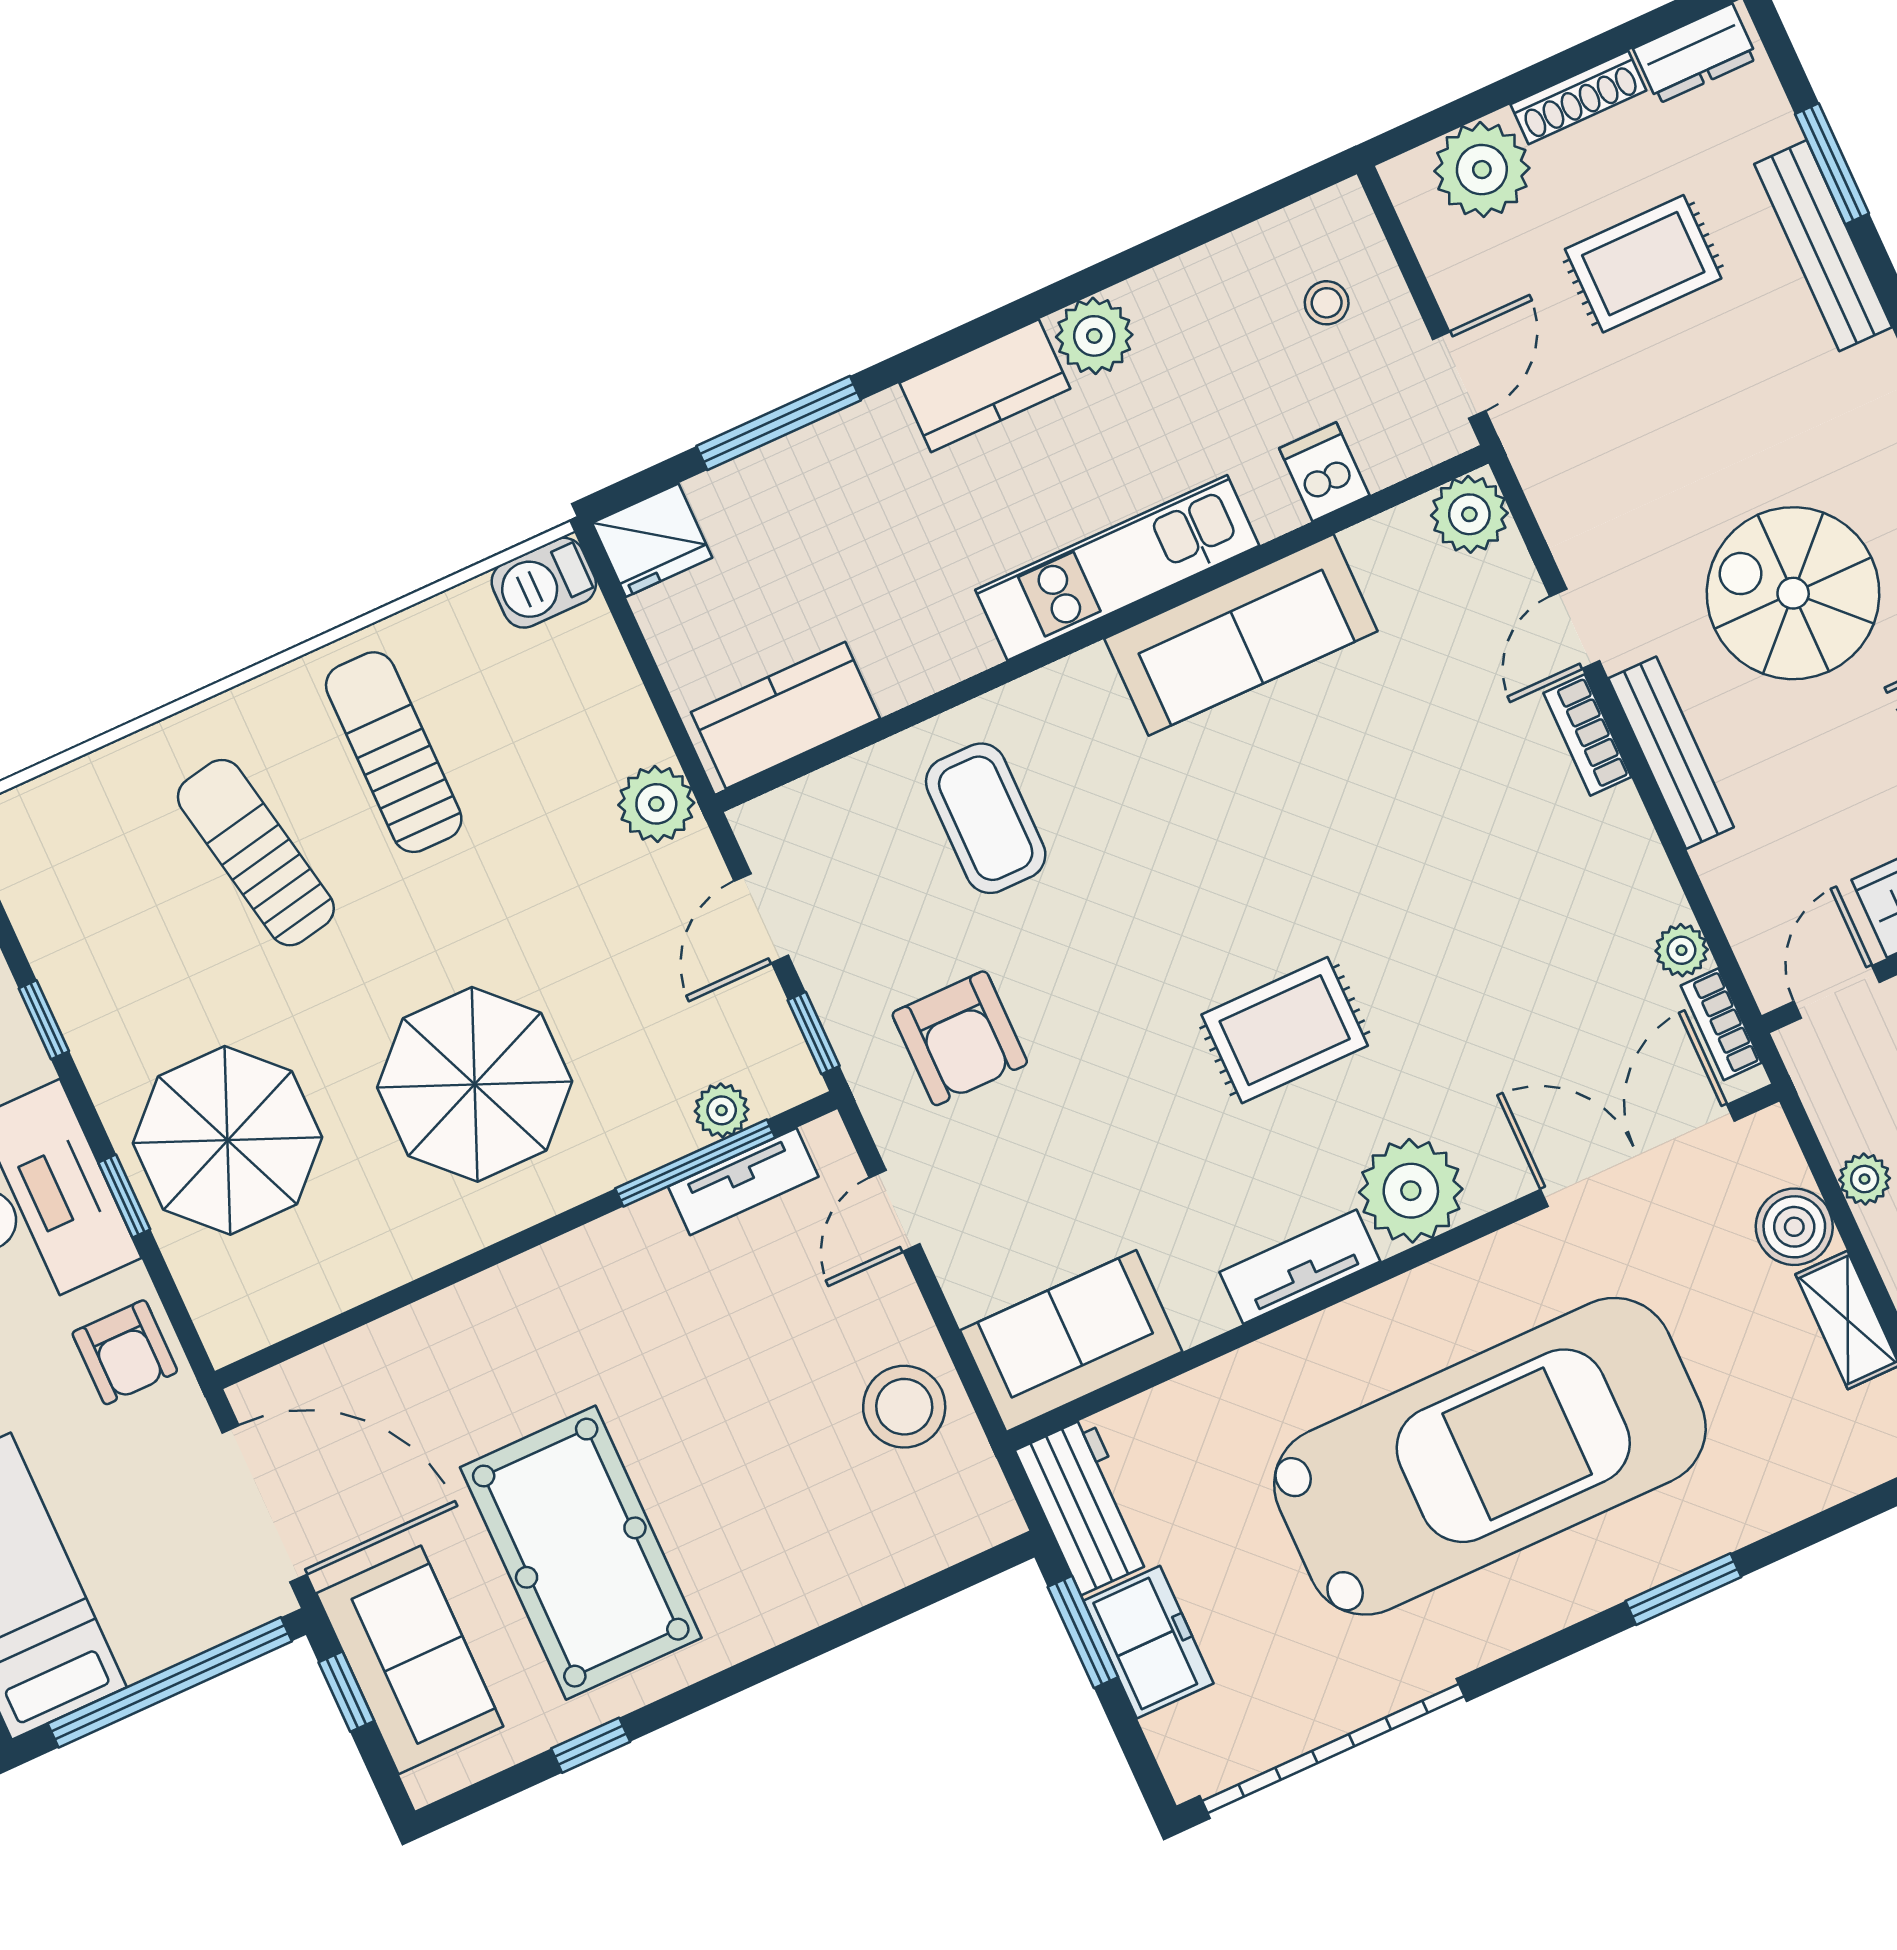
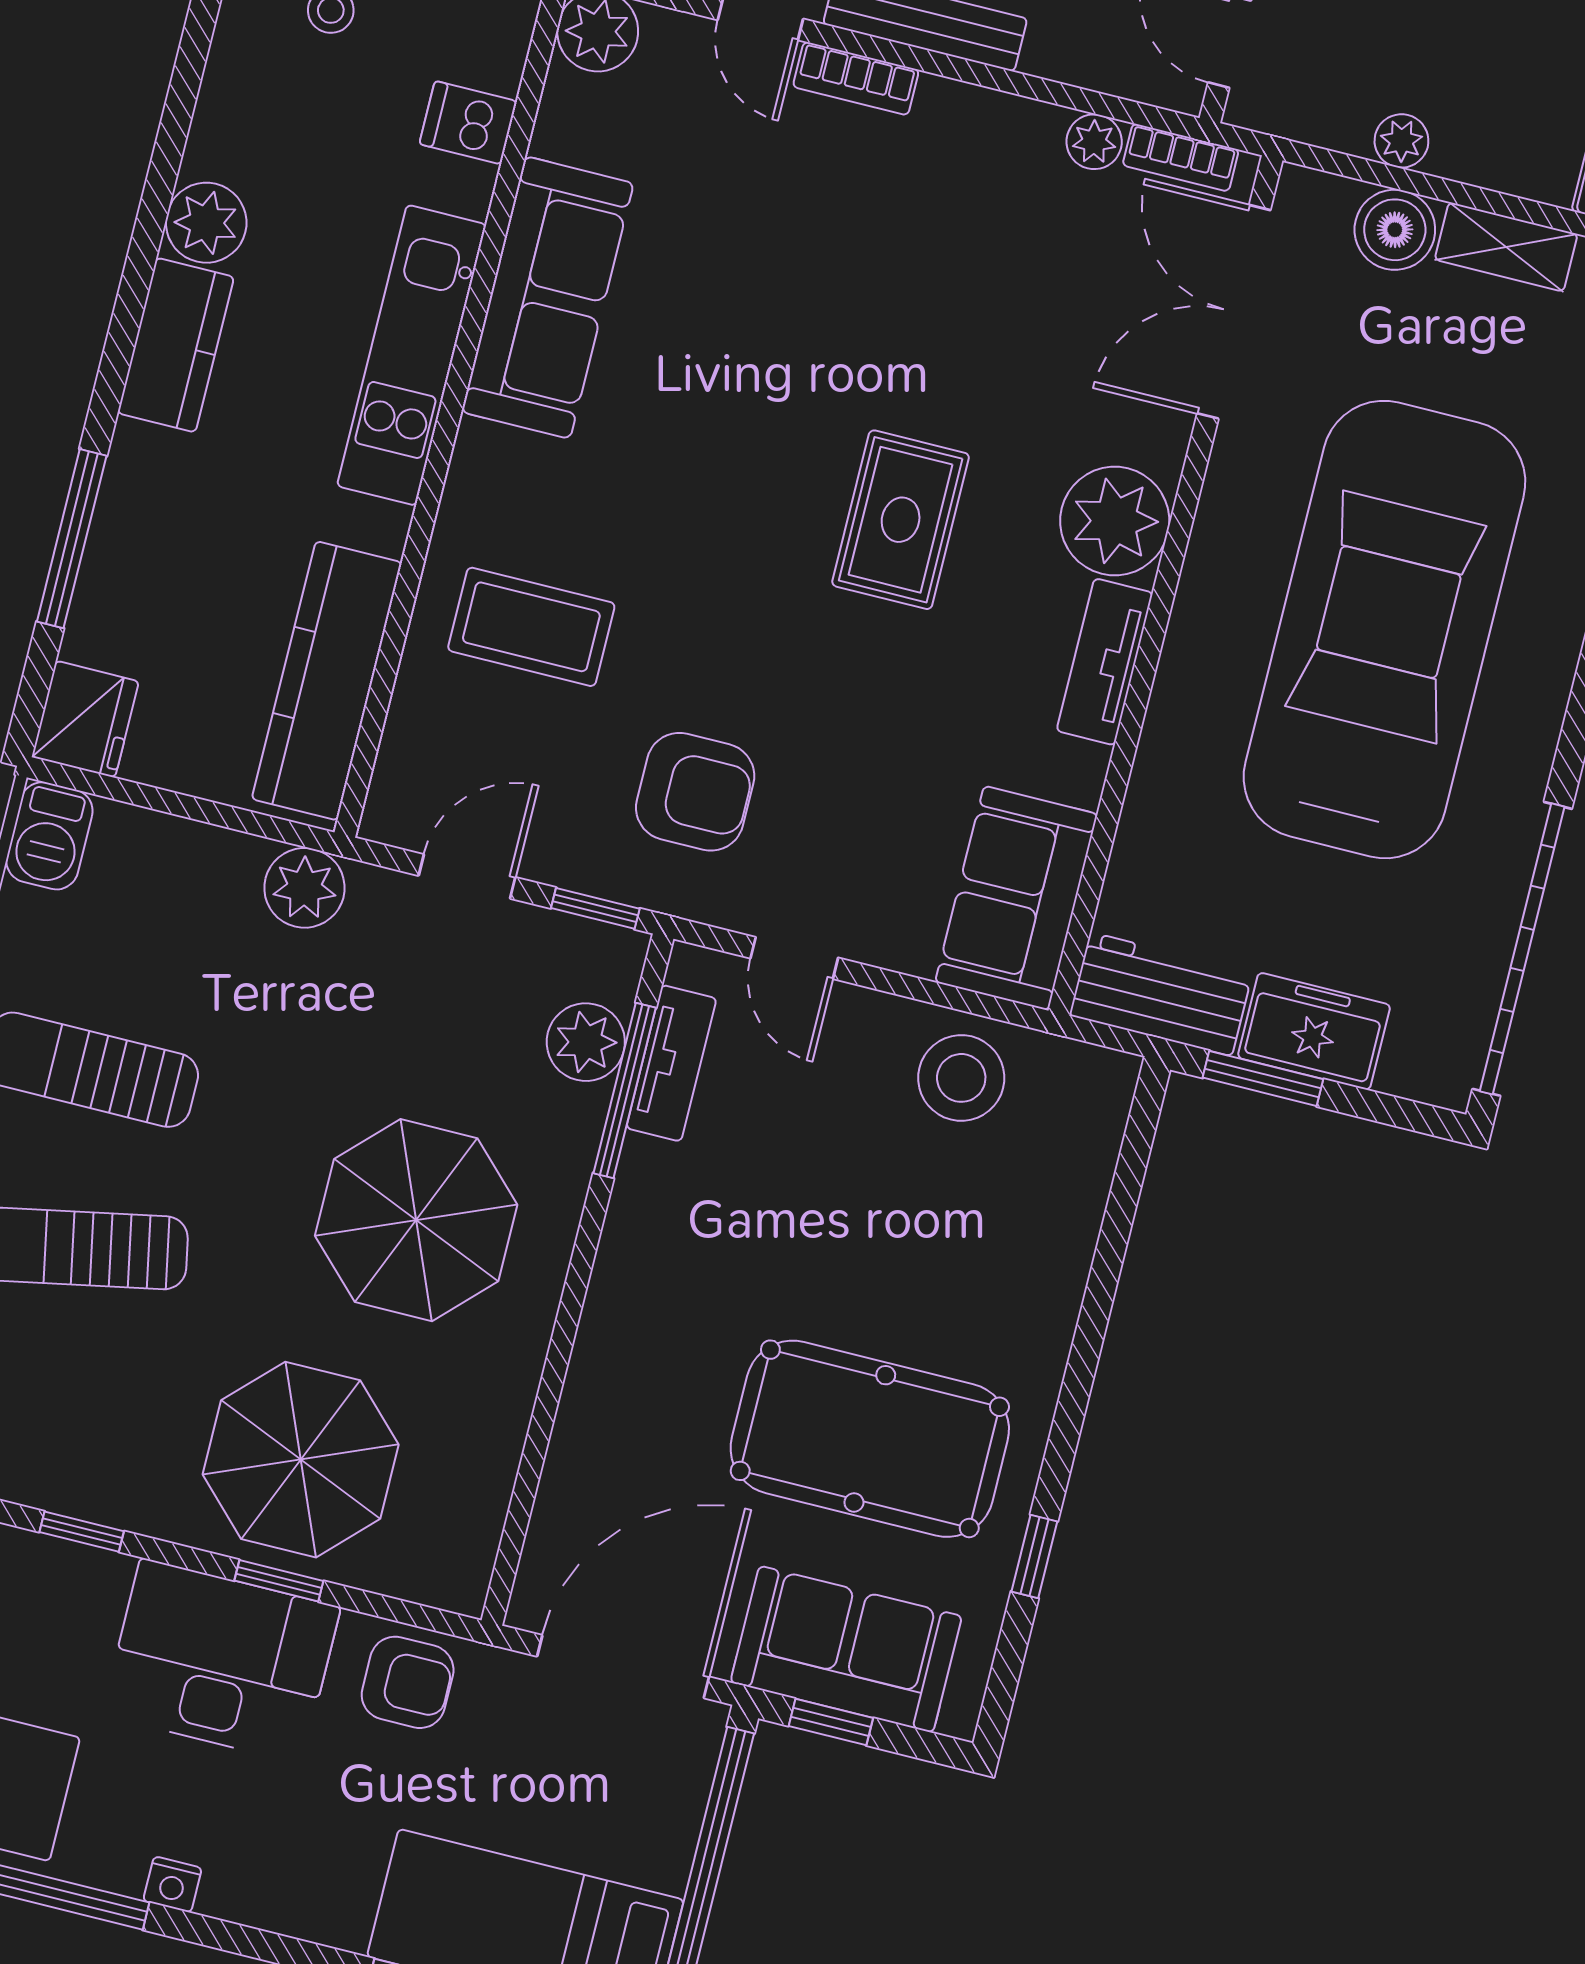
kitchen counter: (786, 715) -> (327, 681), width x1.50
door: (761, 918) -> (467, 876), swing flipped
plant: (722, 1110) -> (586, 1042), width x1.38, depth x1.38

